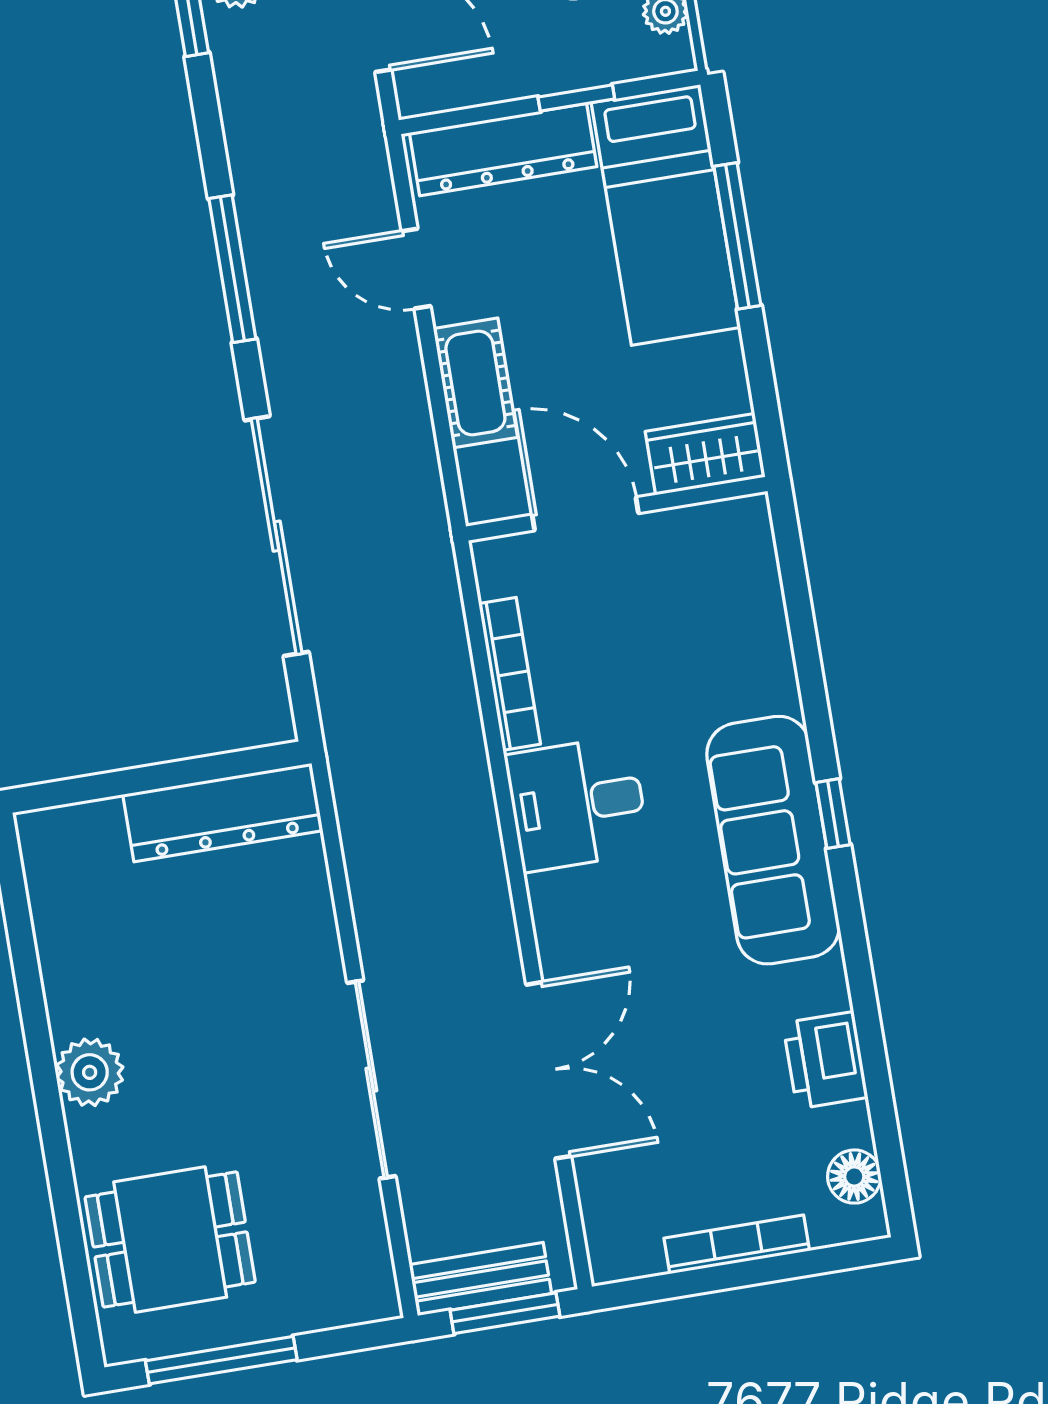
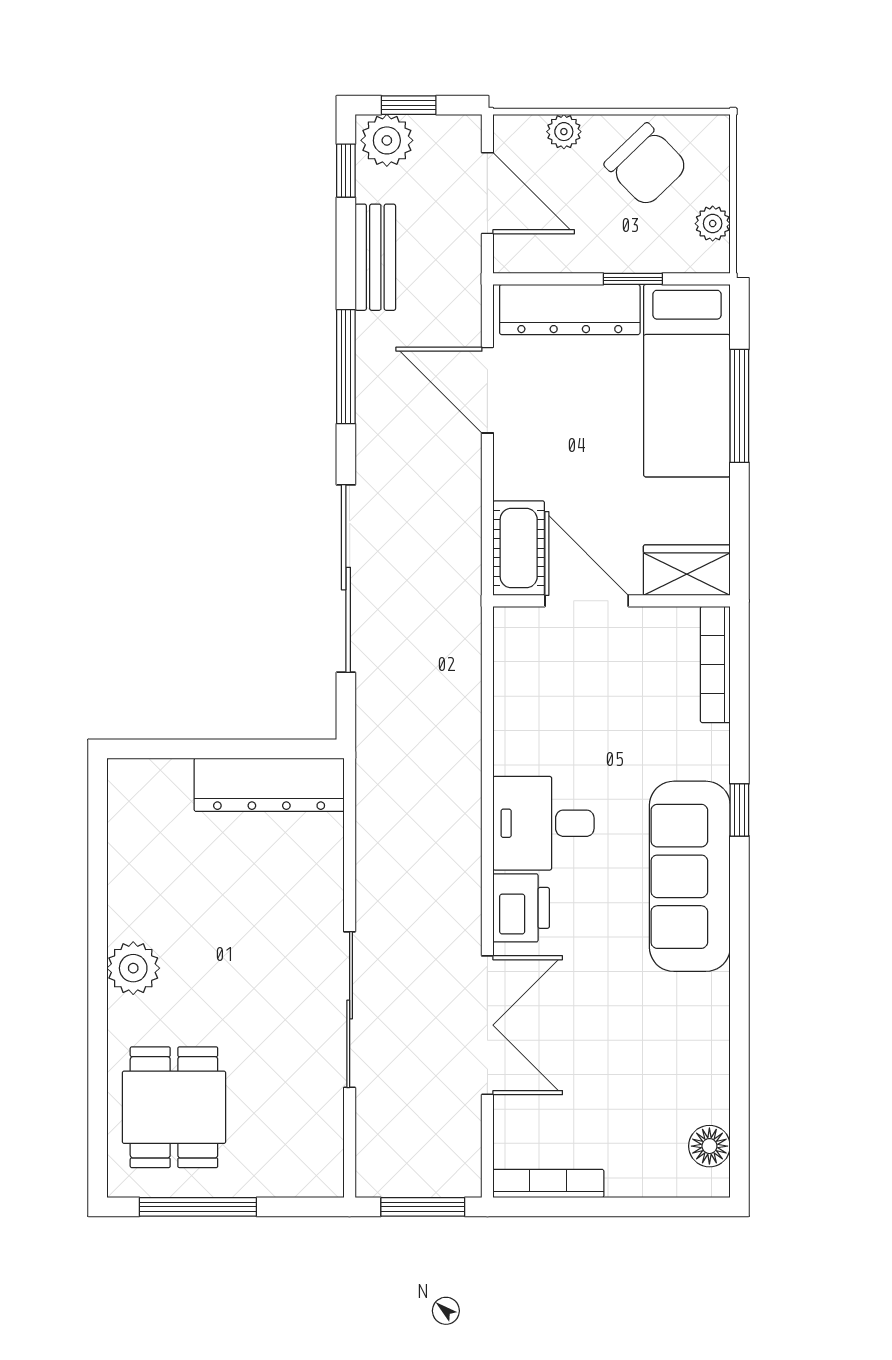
door: (416, 269) -> (487, 390), width x1.38
cot: (475, 383) -> (519, 548), moved
bookcase: (510, 674) -> (715, 665), moved, turned 180
window: (833, 814) -> (739, 810), moved
printer: (825, 1060) -> (521, 908), moved, turned 180
dining table: (170, 1239) -> (174, 1107), turned 90
bookcase: (737, 1244) -> (548, 1183), moved
bench: (480, 1279) -> (375, 257), moved, turned 90

